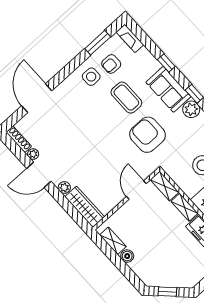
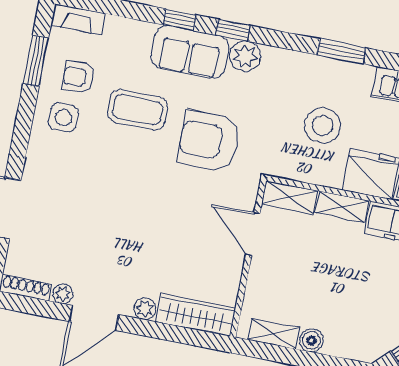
window: (166, 63) -> (180, 20), moved
armchair: (111, 64) -> (79, 77), turned 88

